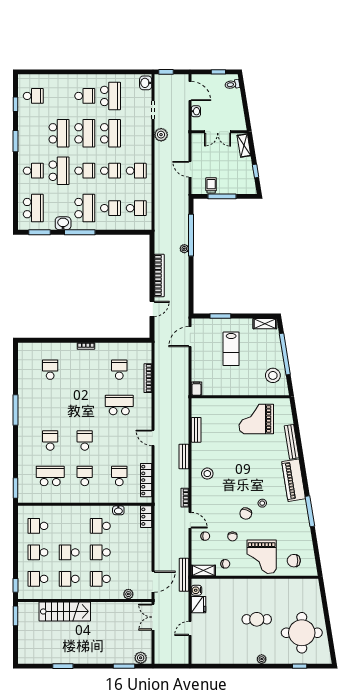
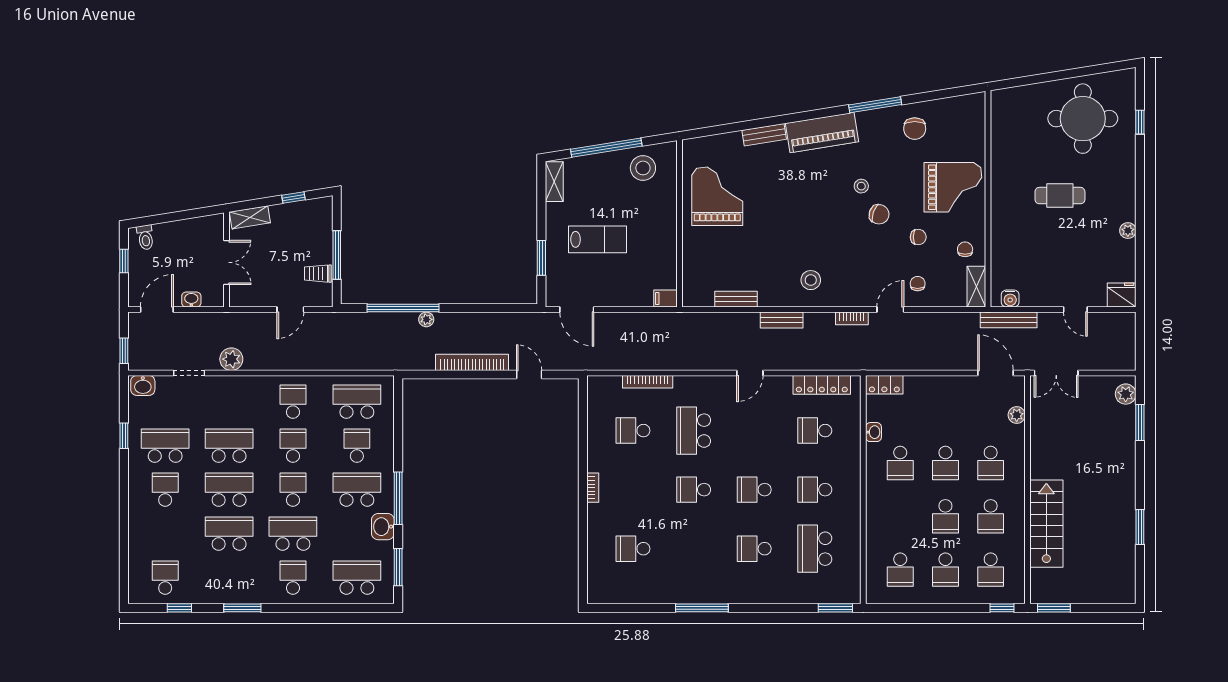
window: (116, 72) -> (124, 436), added
school desk: (136, 208) -> (357, 402), width x1.85
school desk: (85, 405) -> (694, 490), added
grand piano: (256, 419) -> (717, 196), turned 180
bench: (292, 442) -> (764, 135), width x0.73
chair: (294, 561) -> (915, 129), moved
bench: (184, 575) -> (1009, 320), moved
fridge: (199, 605) -> (1122, 295), moved
cafe table: (257, 619) -> (1060, 196), turned 90
plant: (262, 659) -> (1128, 231), moved

